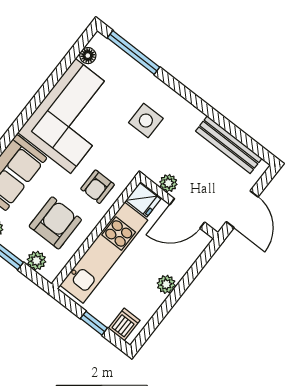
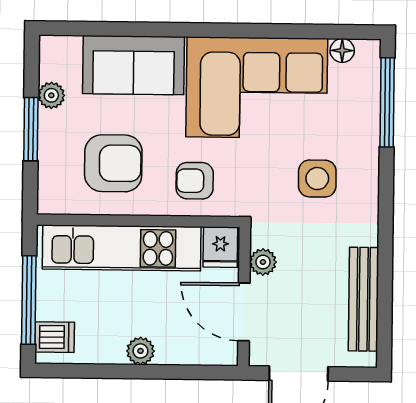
plant: (36, 261) -> (51, 175), removed
window: (94, 323) -> (29, 300), width x2.17

